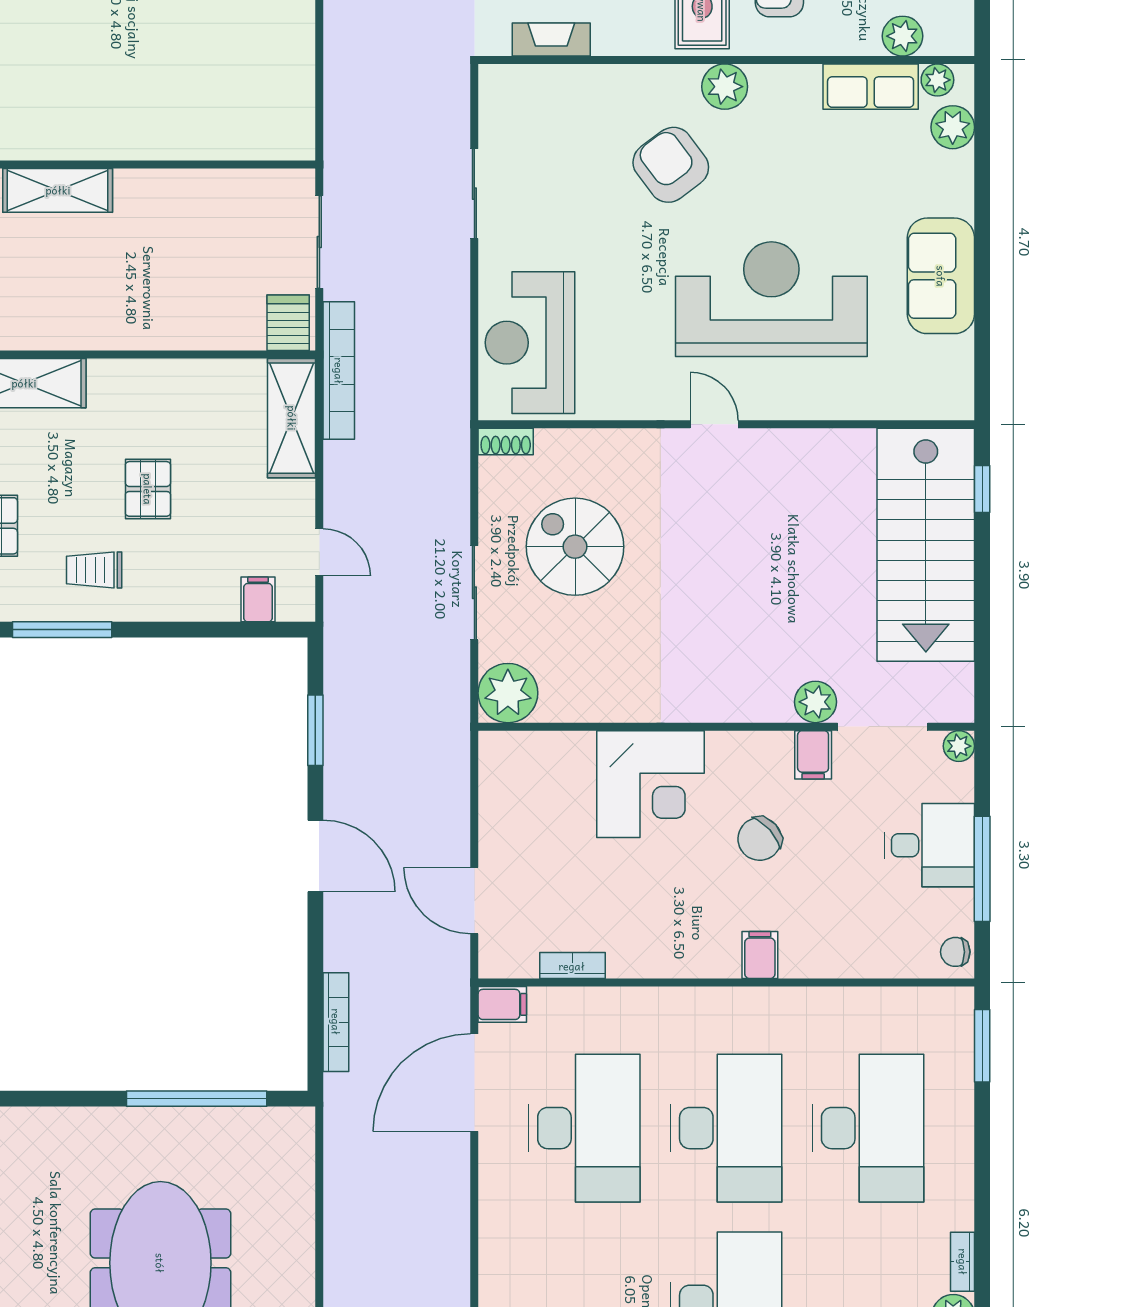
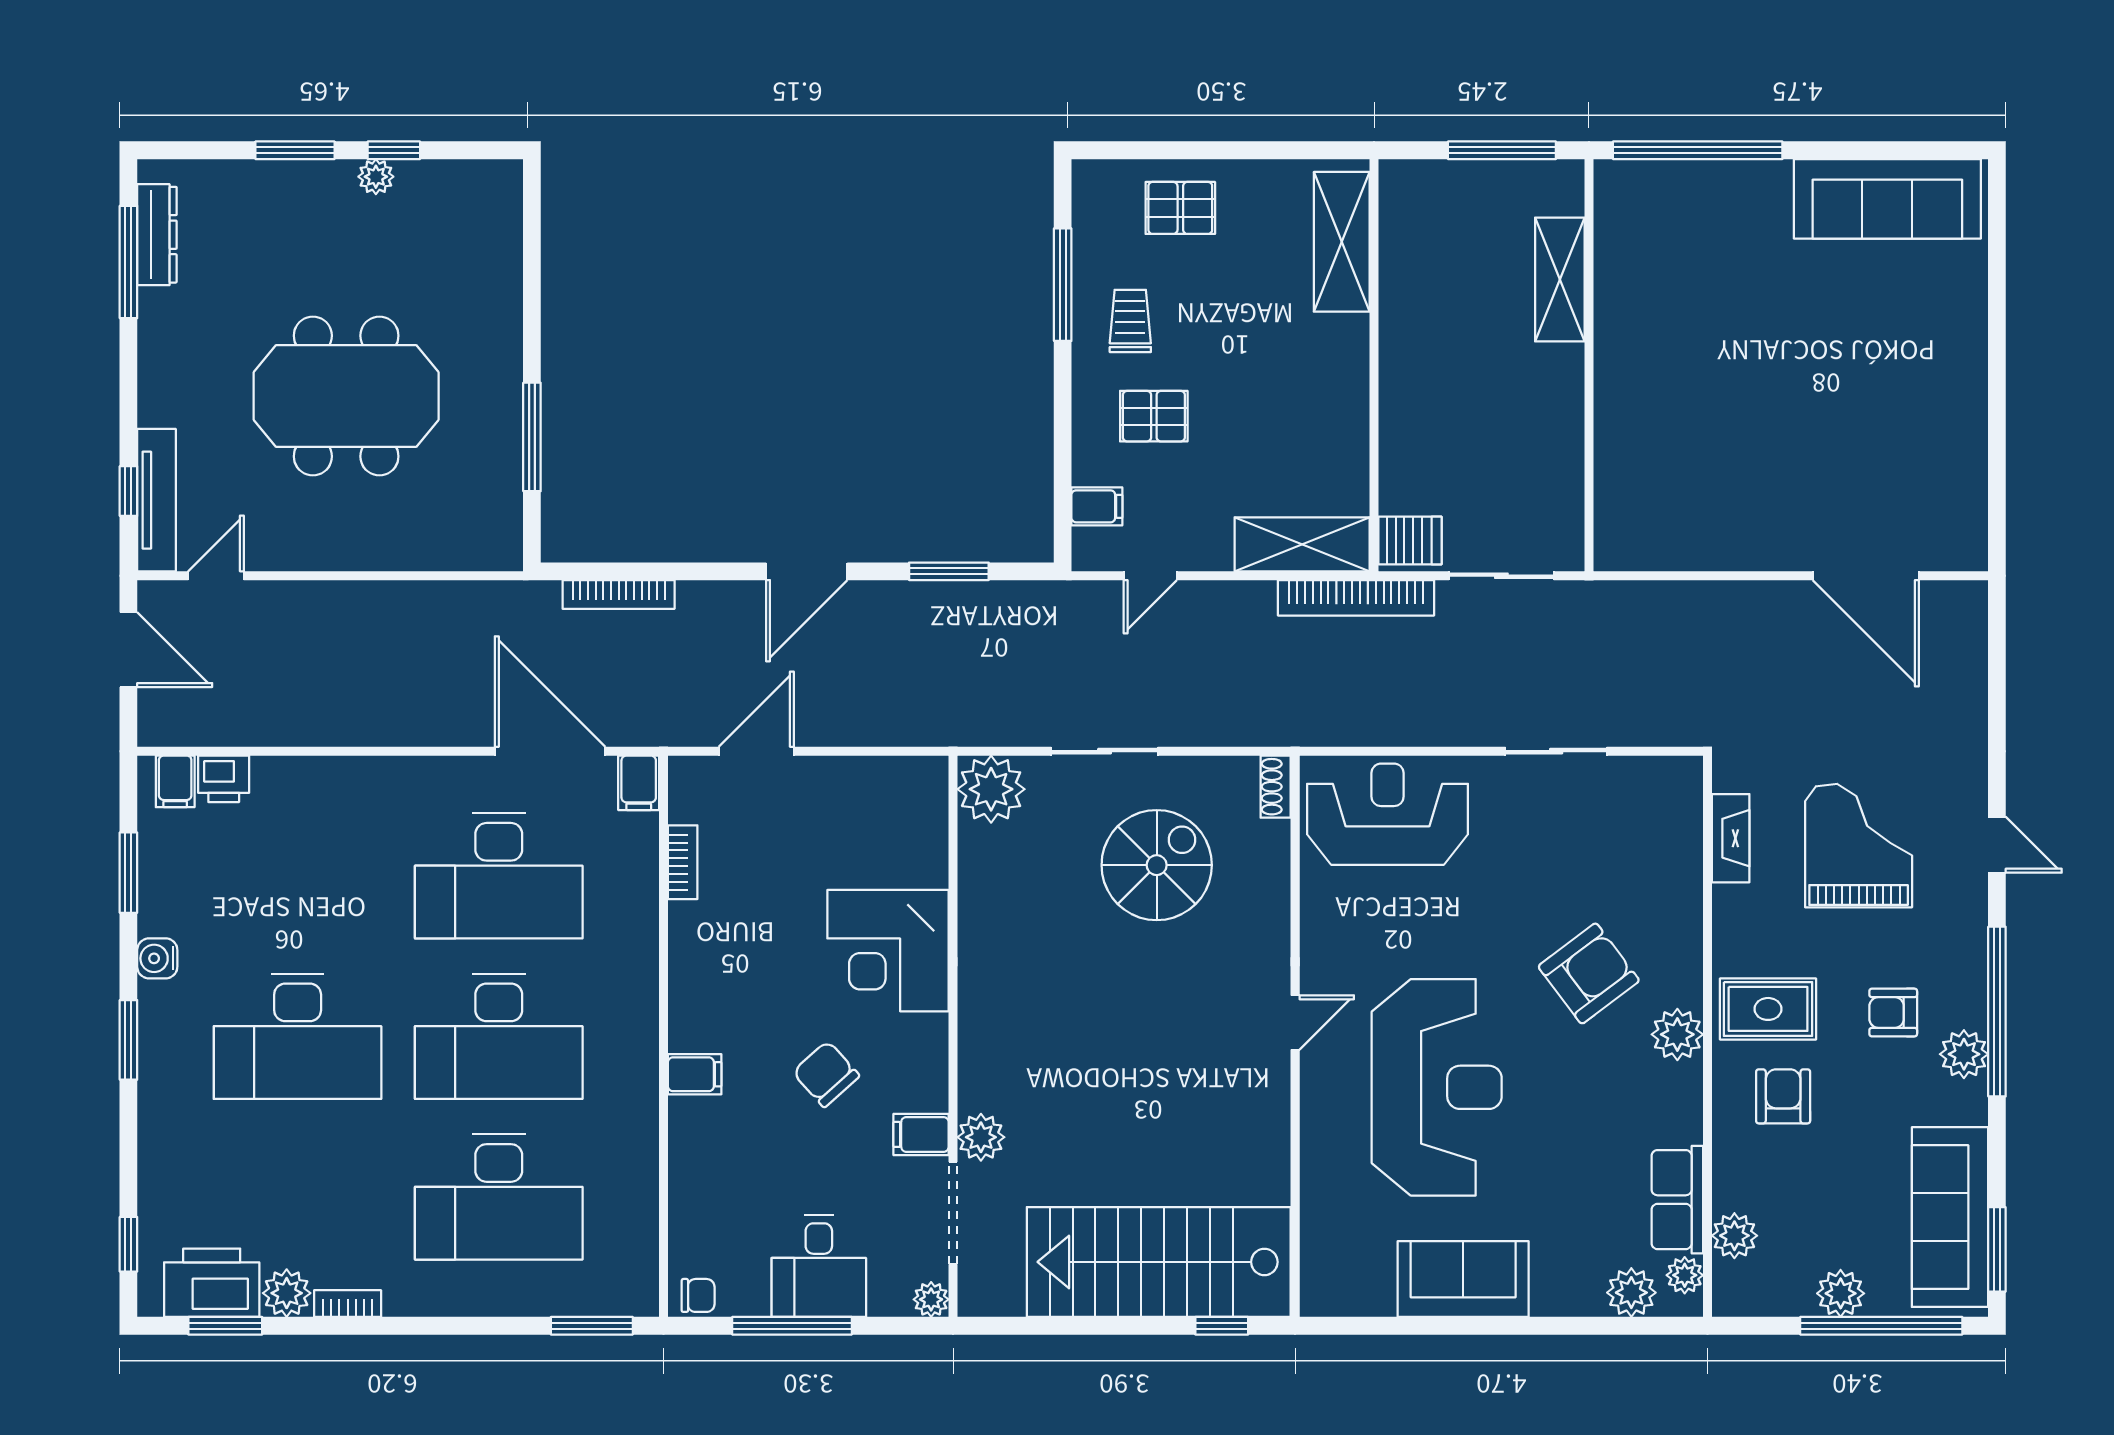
pallet: (148, 489) -> (1154, 416), moved
chair: (955, 952) -> (698, 1295), turned 90
window: (197, 1099) -> (532, 437), width x0.68

